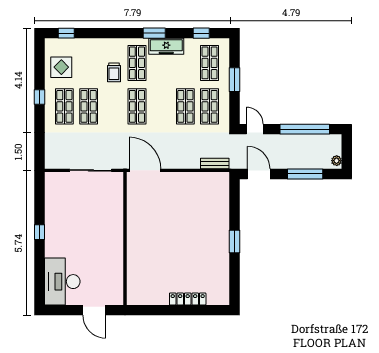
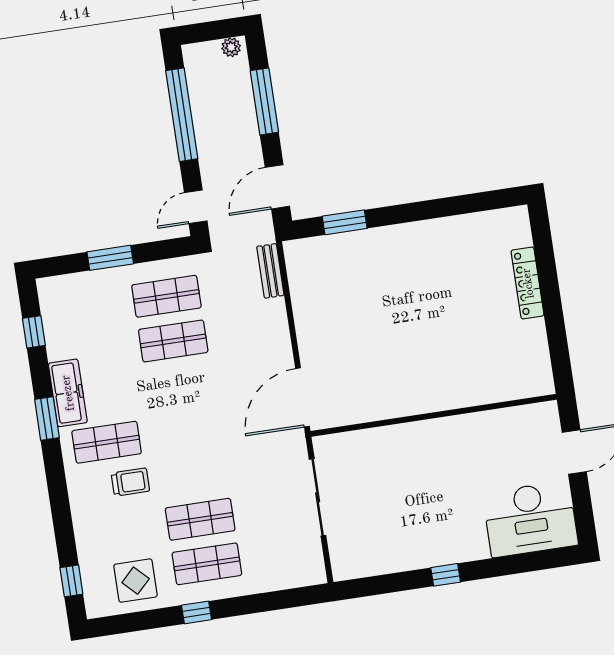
shop shelf: (210, 63) -> (86, 308), removed
shop shelf: (137, 106) -> (187, 430), removed
window: (234, 242) -> (345, 222), moved

